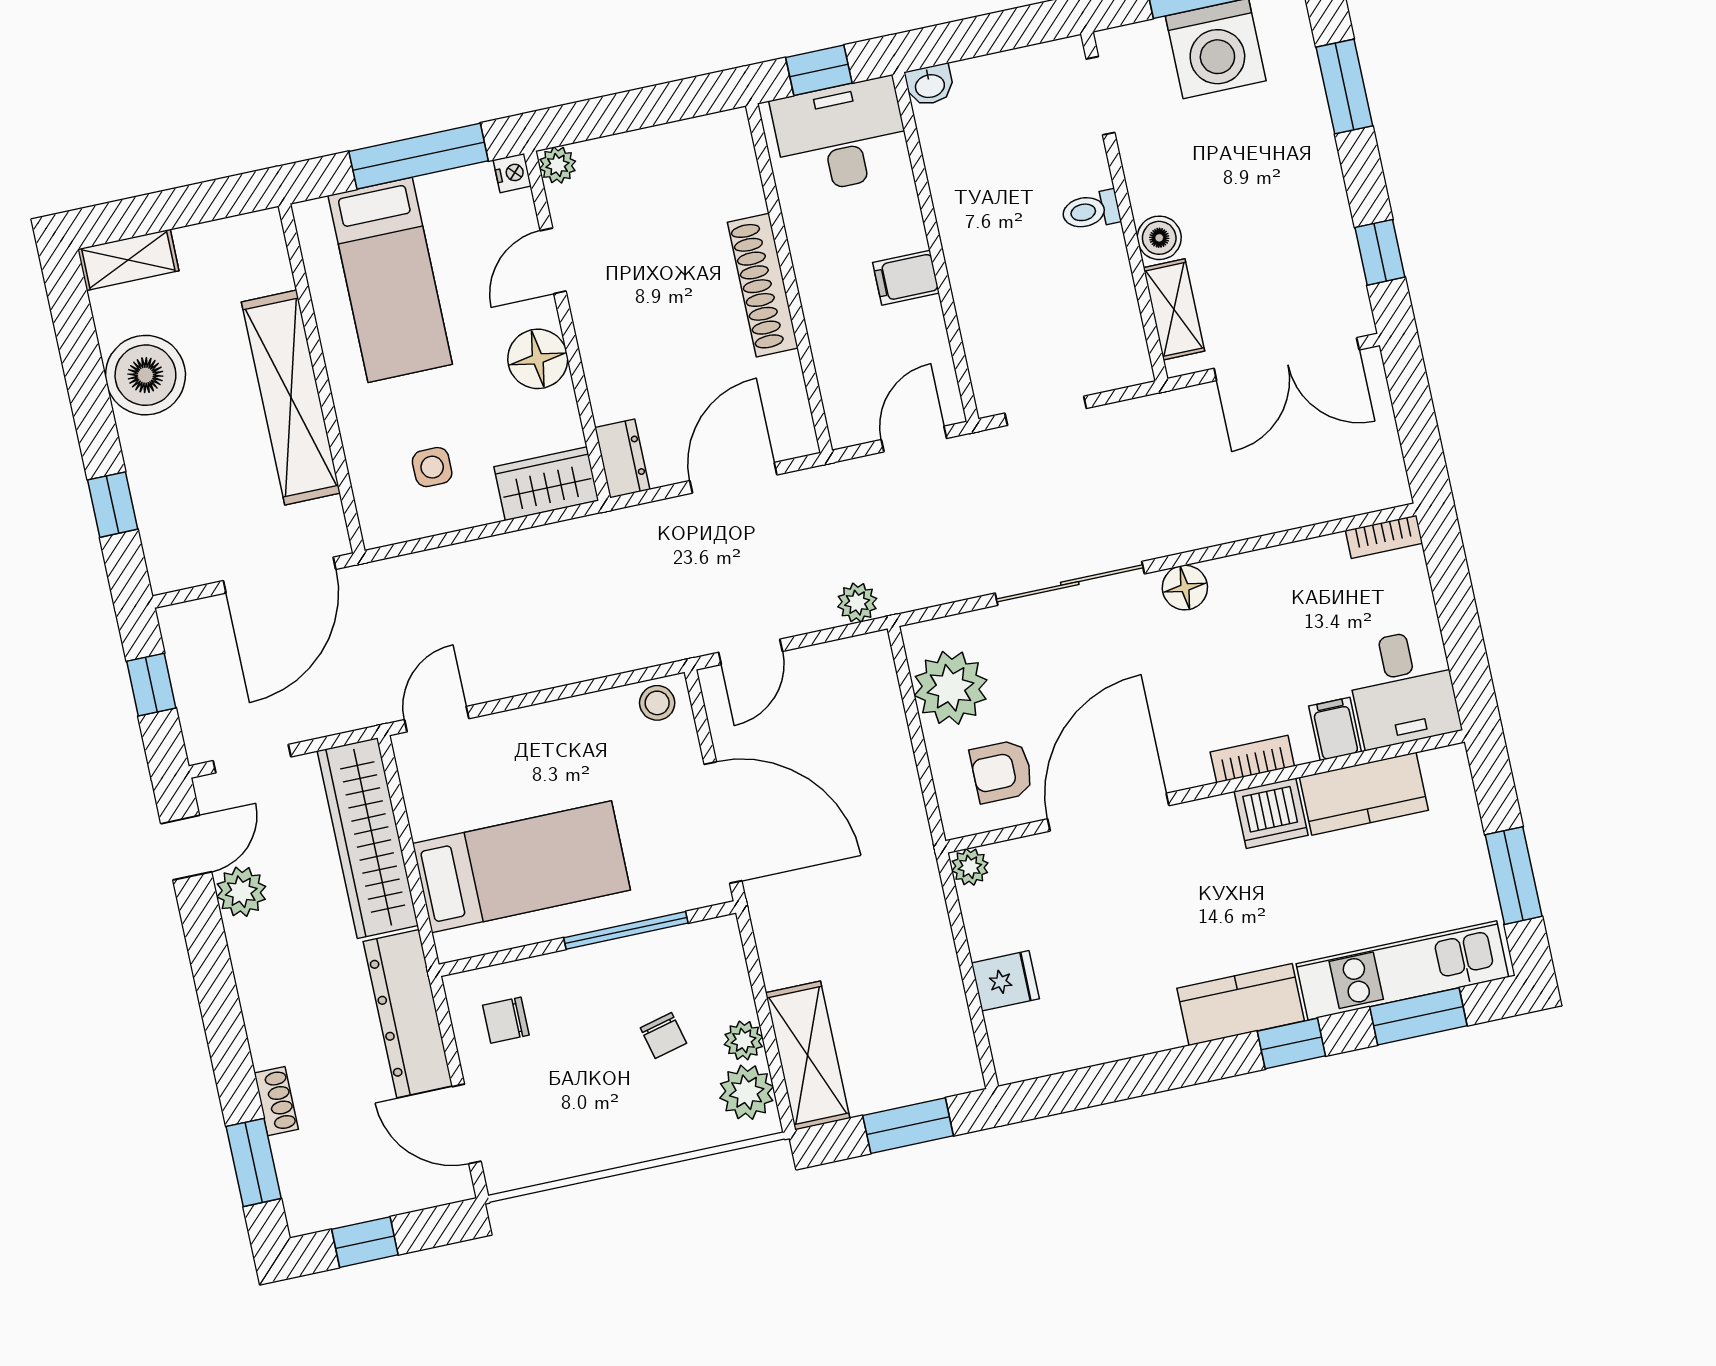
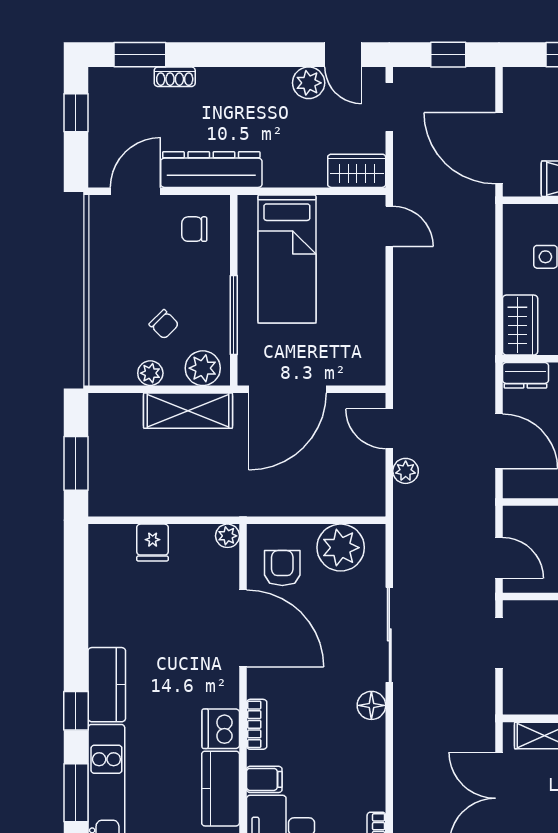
plant: (857, 603) -> (406, 471), moved
stool: (657, 703) -> (370, 364), removed
wardrobe: (368, 838) -> (357, 171), width x0.48, depth x0.85
chair: (506, 1020) -> (194, 229), turned -90
chair: (663, 1035) -> (164, 324), turned -121
shelving: (808, 1056) -> (188, 411), moved
plant: (747, 1092) -> (203, 368), moved

